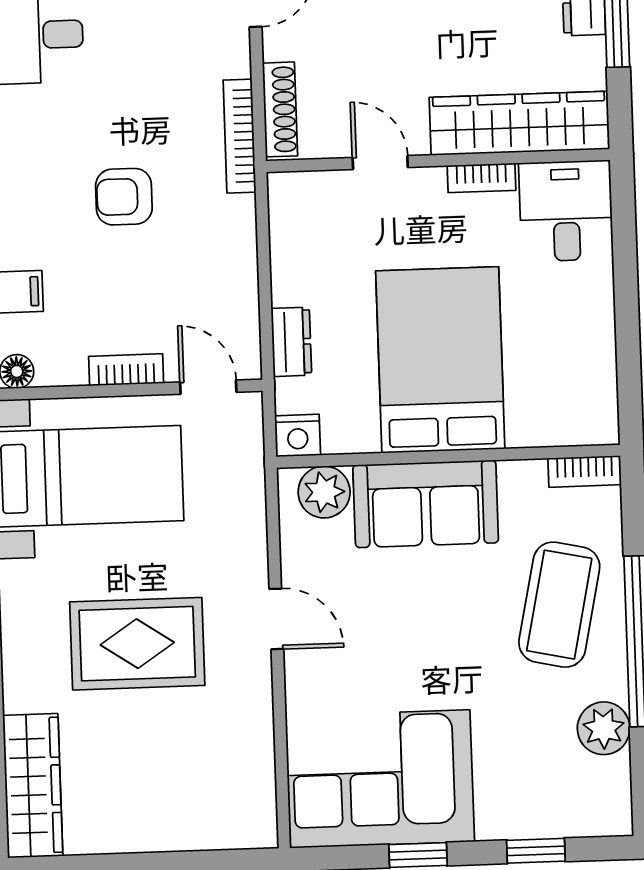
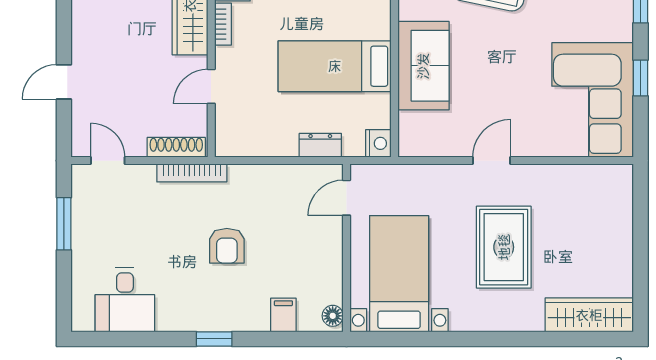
bed: (440, 360) -> (335, 66), width x0.67
bookcase: (126, 370) -> (334, 248), removed
plant: (324, 492) -> (414, 128), removed

